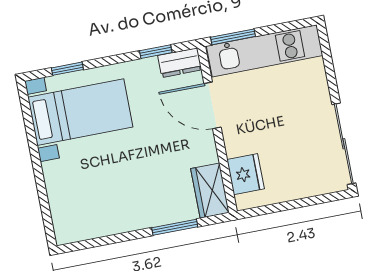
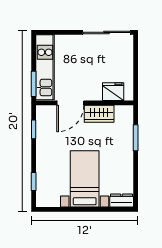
dresser: (180, 63) -> (122, 201), moved, turned -90
bed with nightstands: (80, 112) -> (85, 179), moved
wardrobe: (210, 191) -> (99, 114), moved

